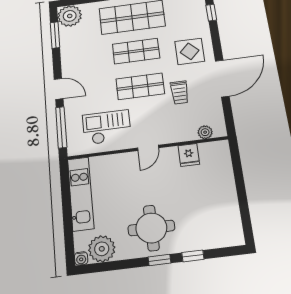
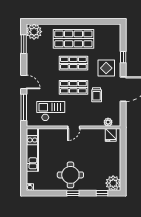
window: (211, 13) -> (123, 57), moved
fridge: (189, 155) -> (111, 135), moved
plant: (102, 249) -> (113, 183), moved
window: (193, 256) -> (102, 193), moved

